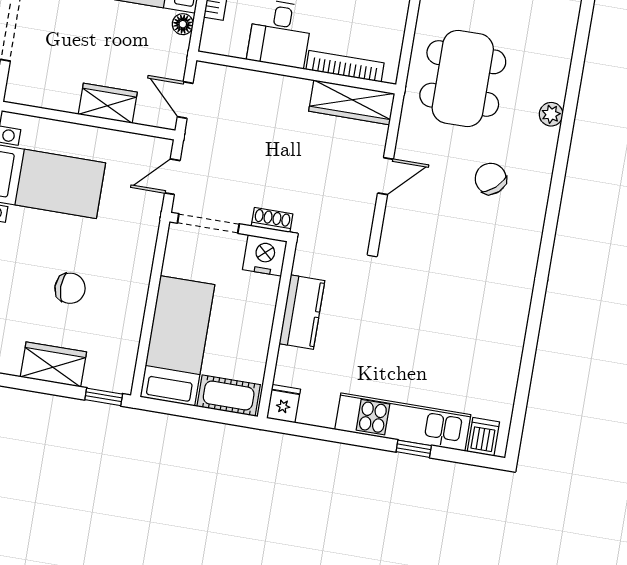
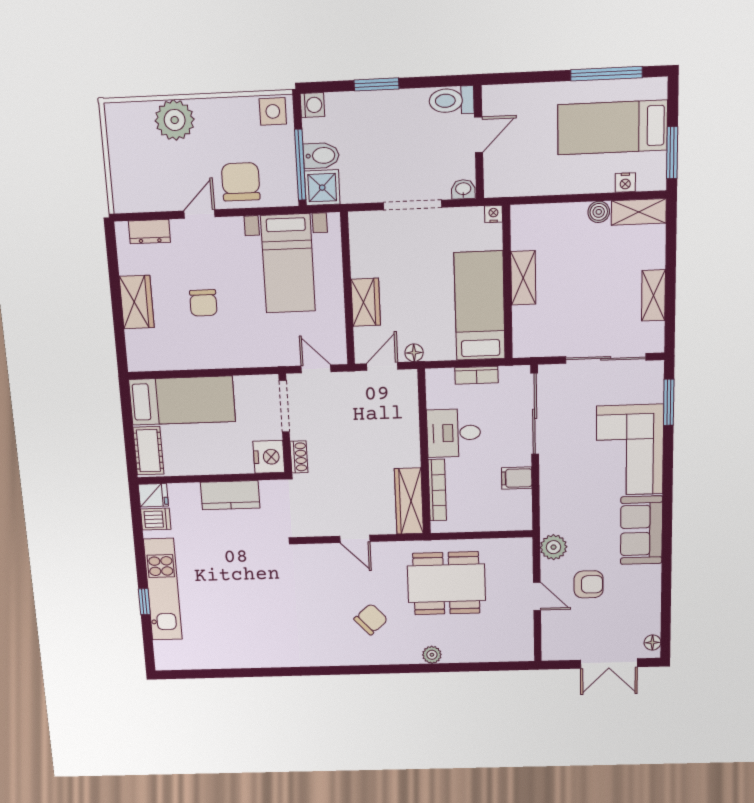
floor lamp: (183, 24) -> (414, 353), moved
window: (104, 397) -> (121, 350), removed
dishwasher: (483, 437) -> (156, 519), moved

